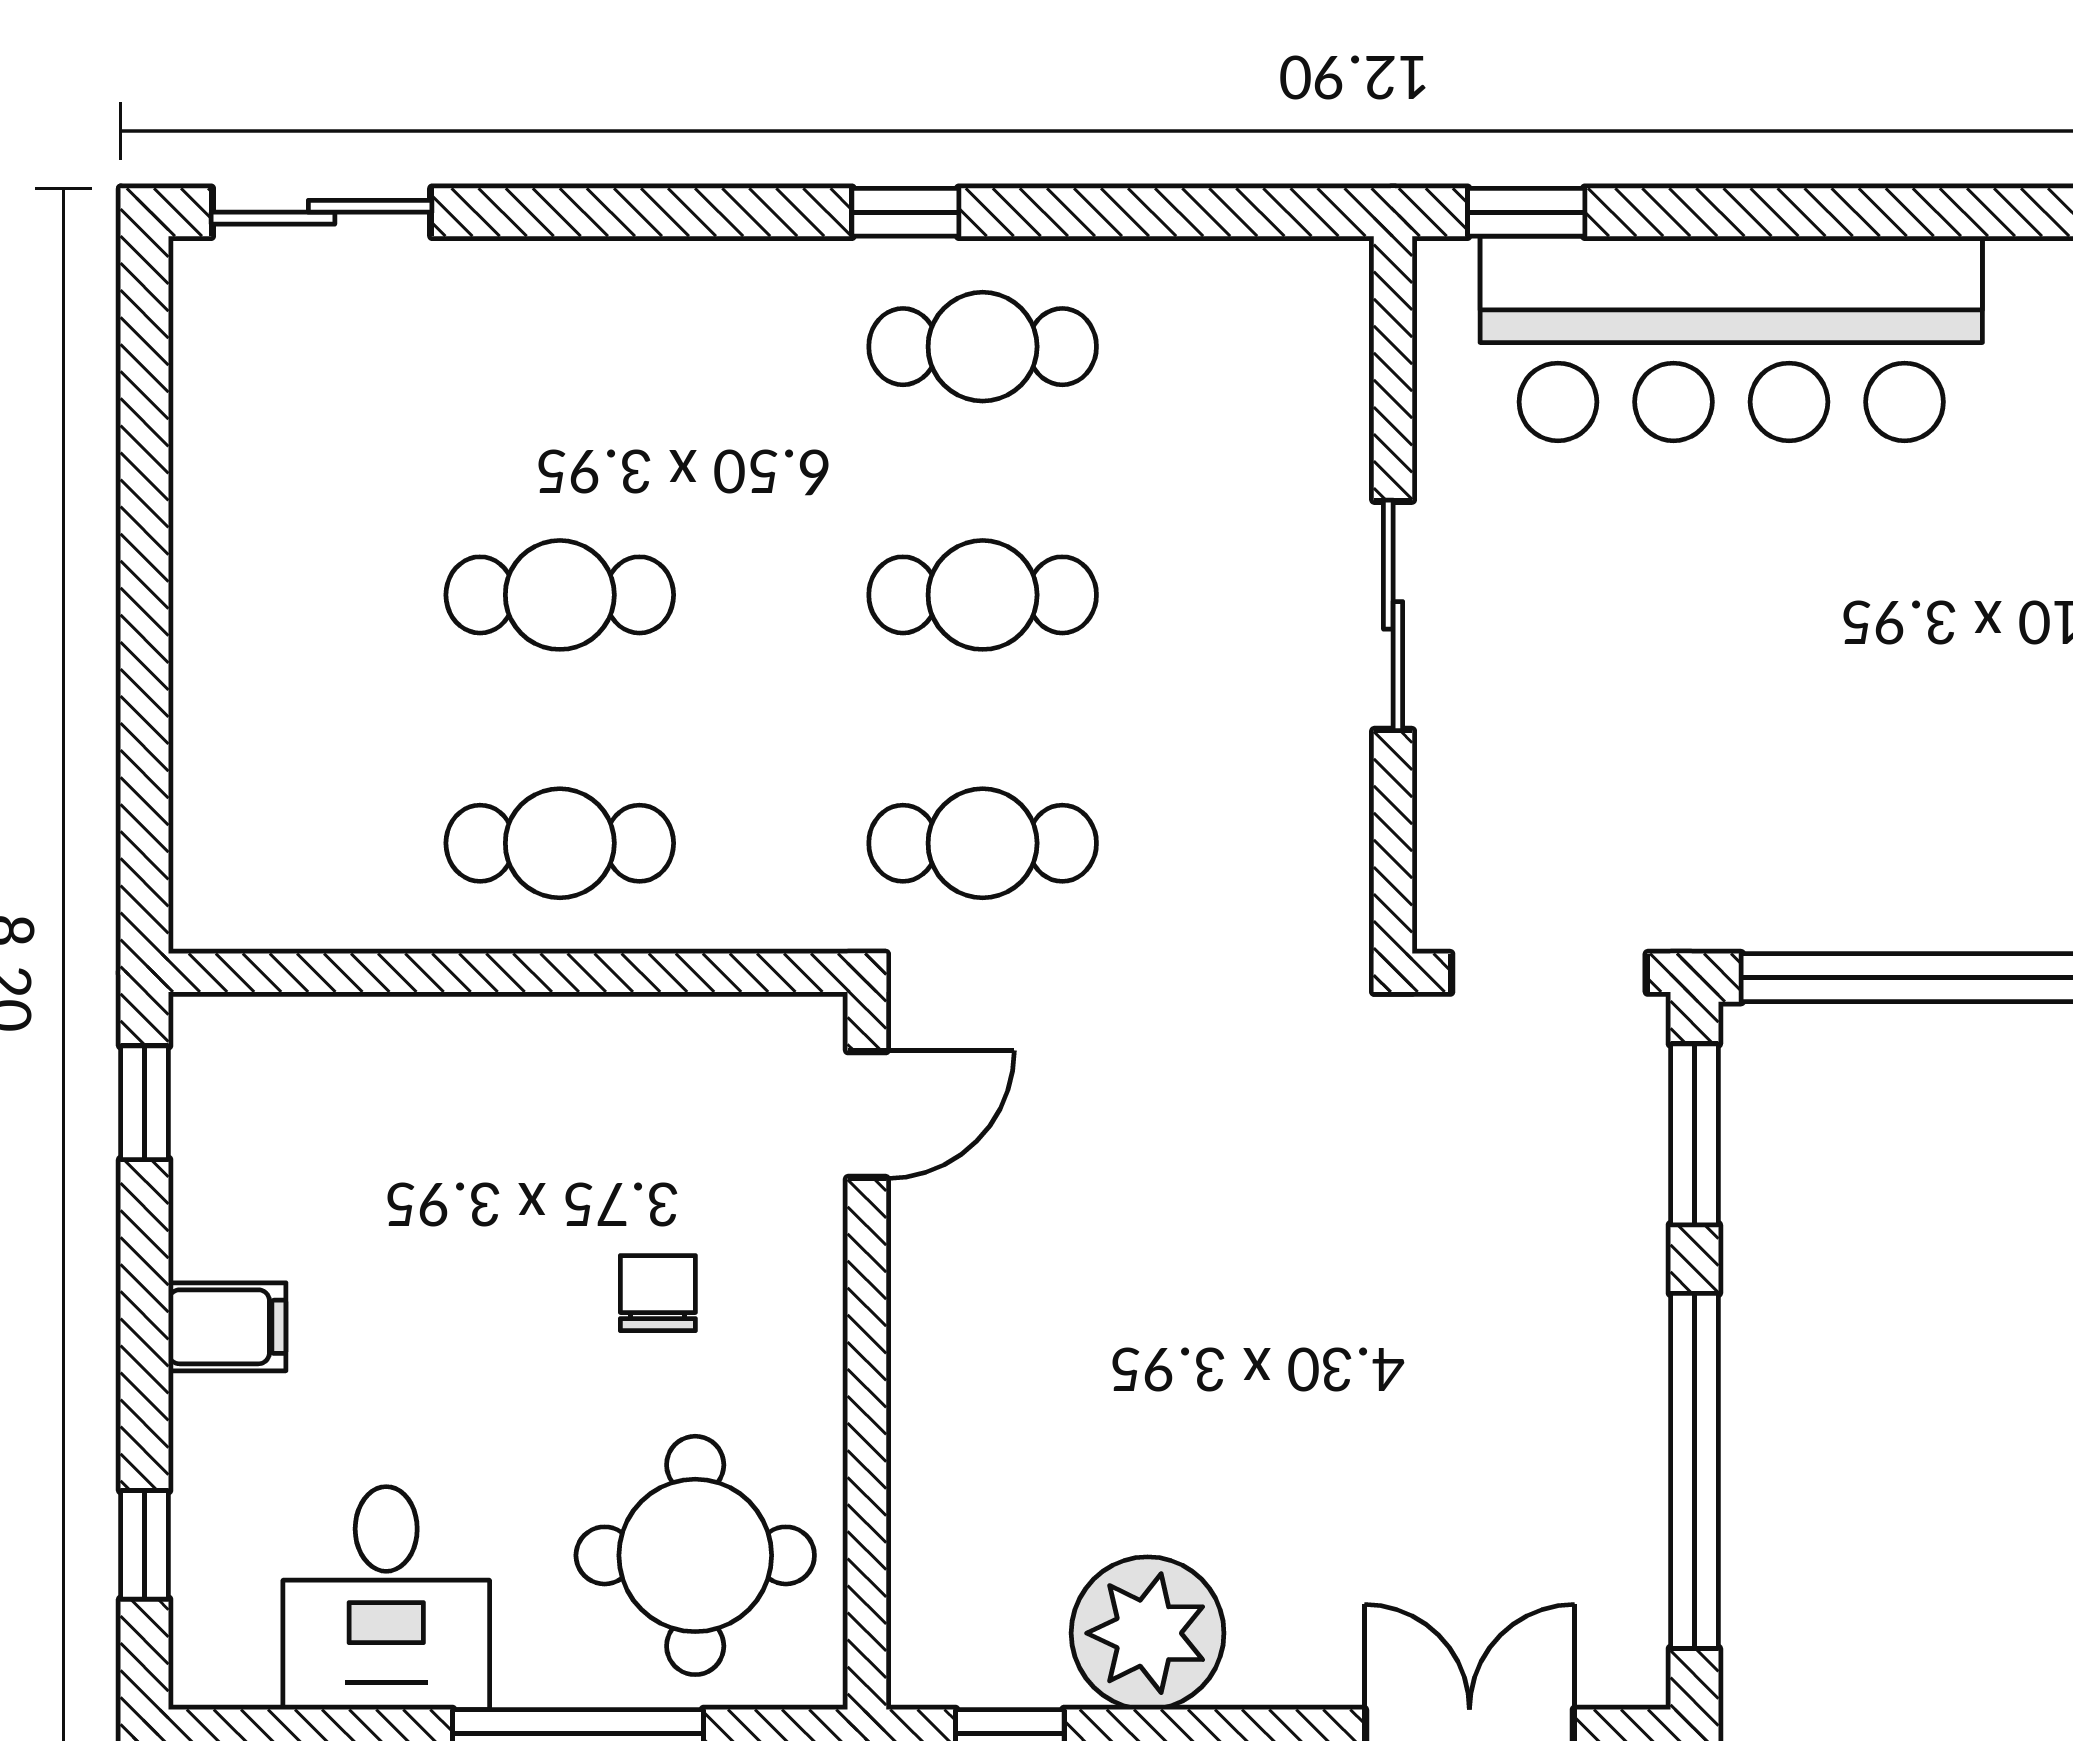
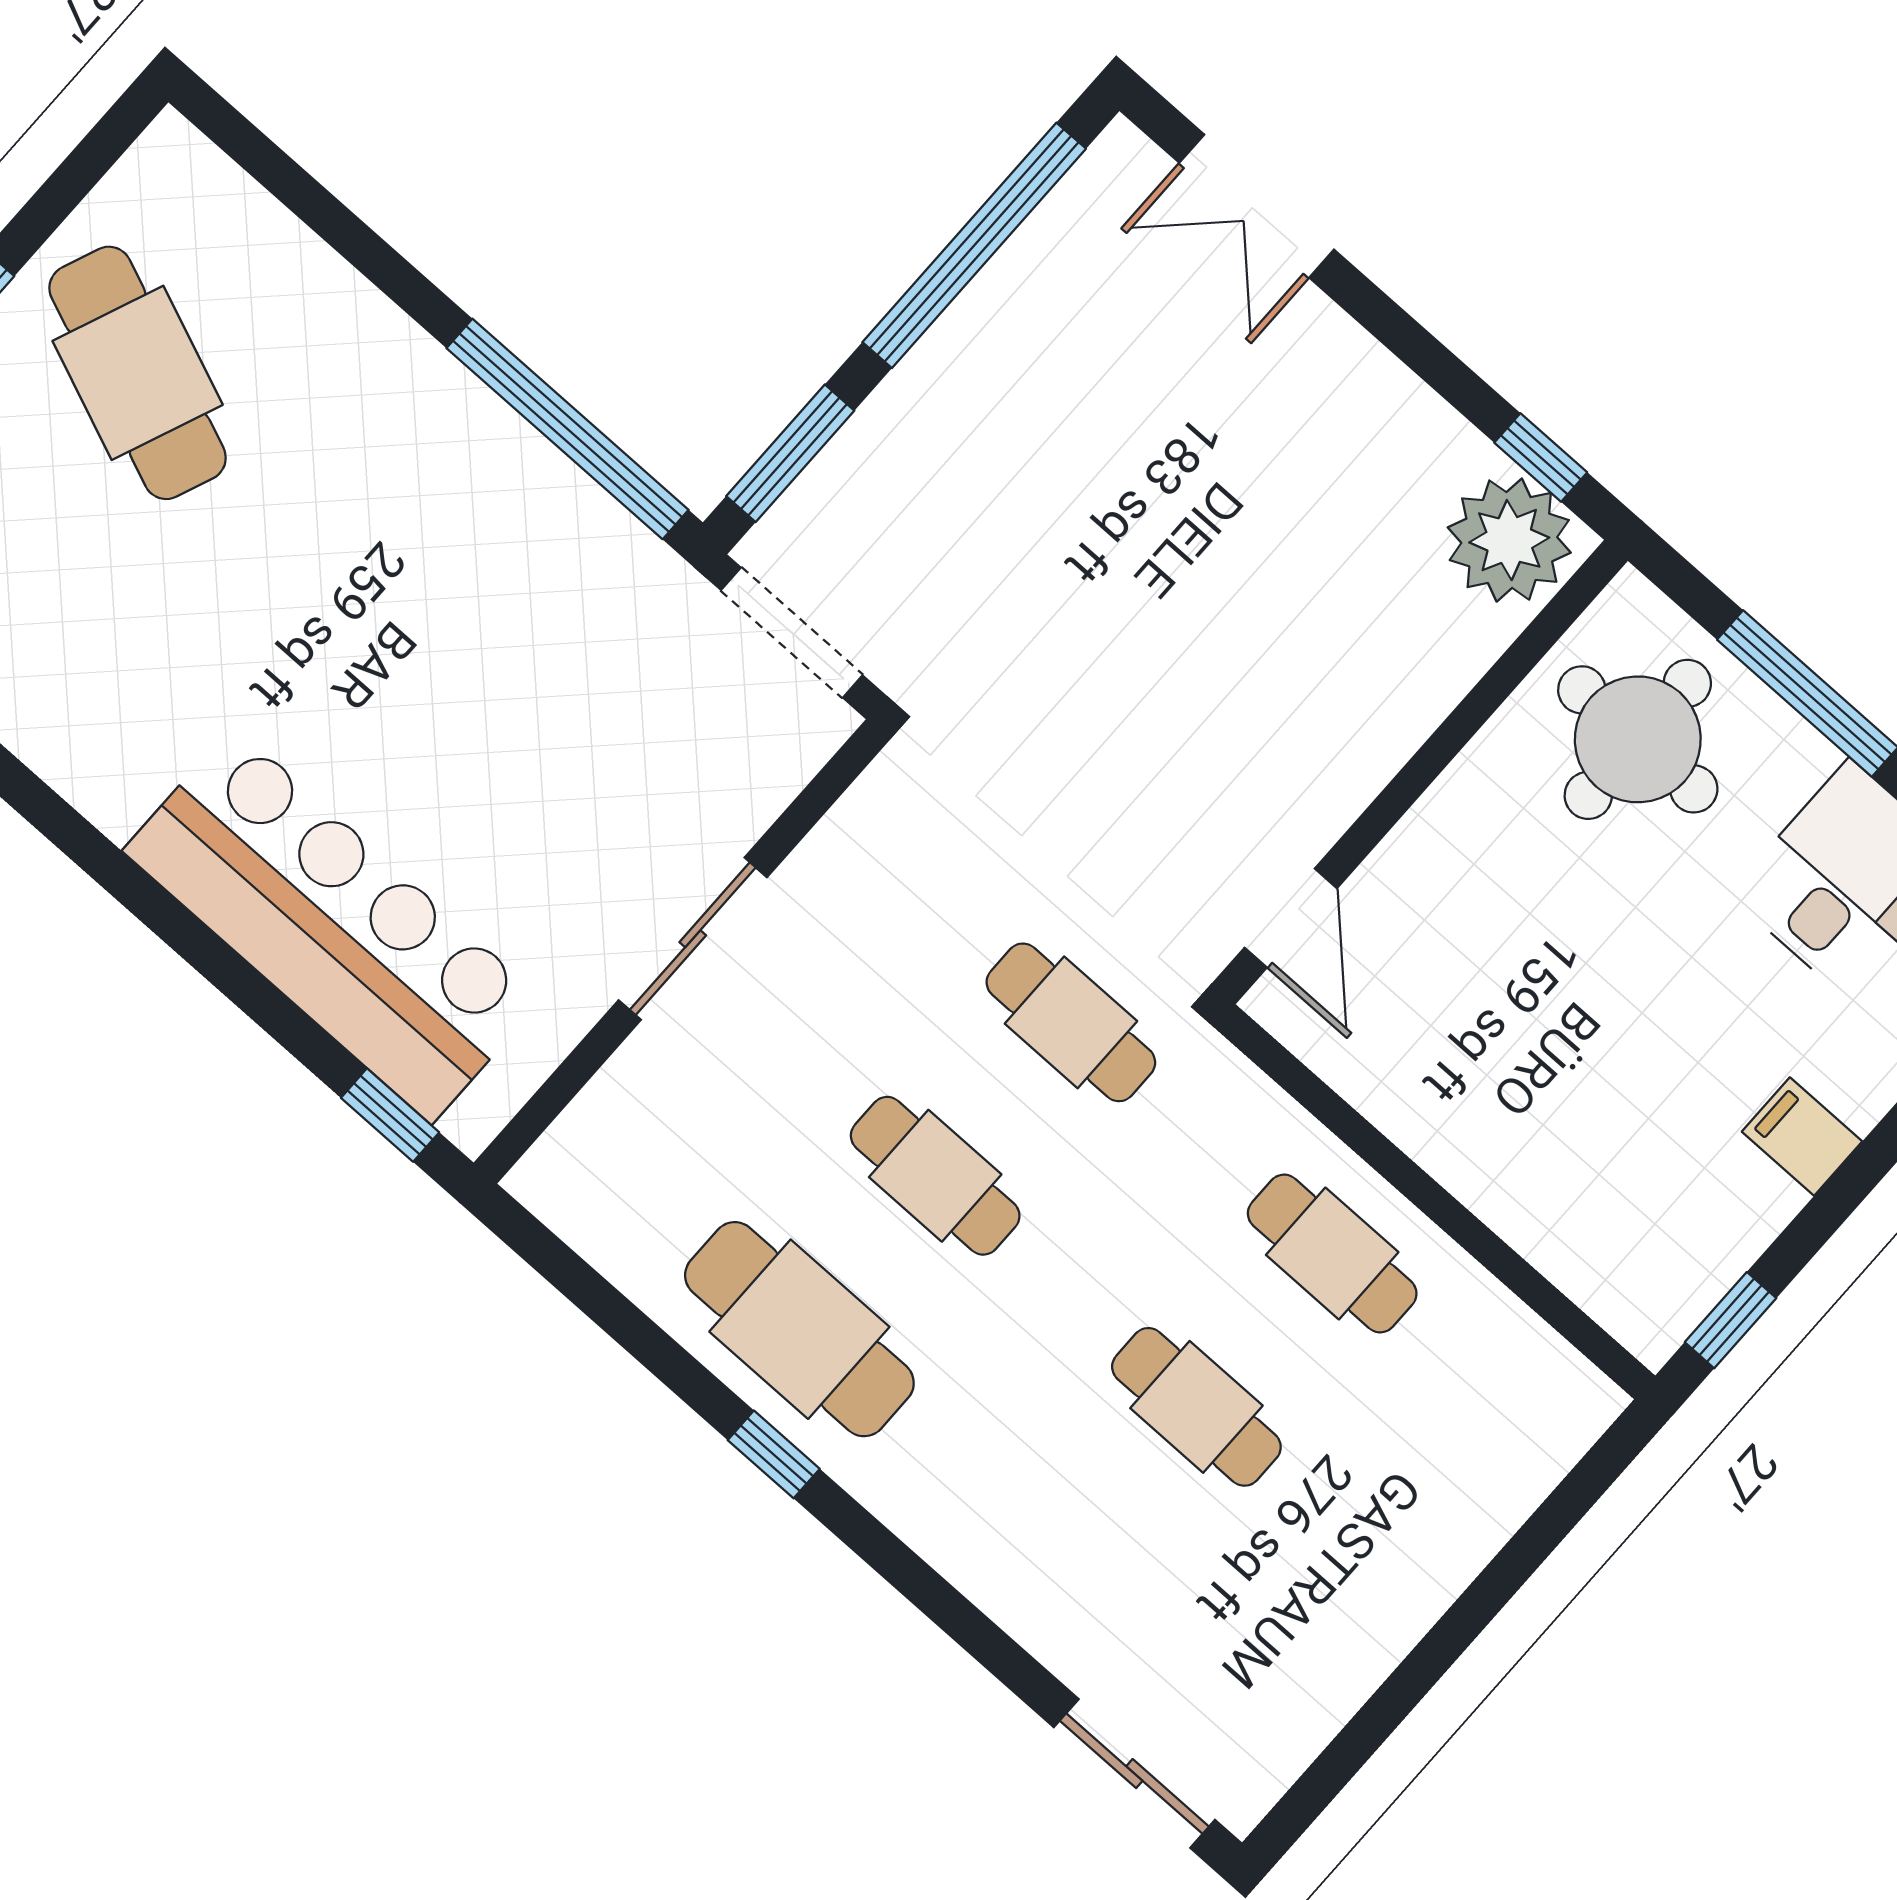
cafe table: (983, 347) -> (799, 1329), width x1.37, depth x1.35
door: (867, 1115) -> (1291, 918), swing flipped
chair: (658, 1293) -> (1517, 922), removed
plant: (1148, 1633) -> (1509, 540), moved

